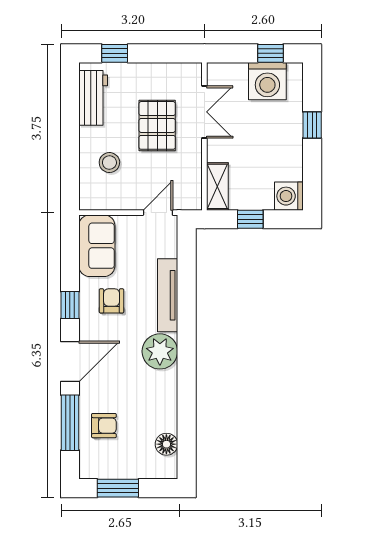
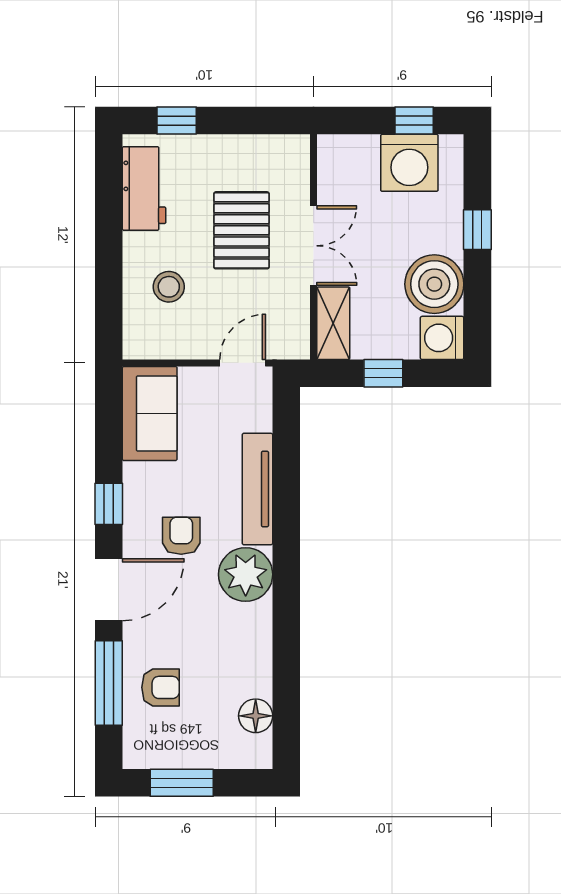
double door: (204, 112) -> (314, 246), moved
boiler: (284, 161) -> (434, 284), added
armchair: (112, 301) -> (181, 536), moved

